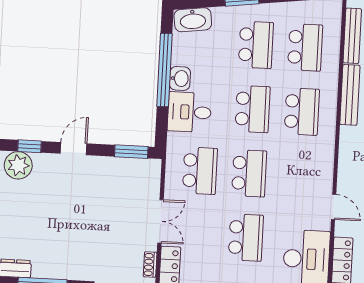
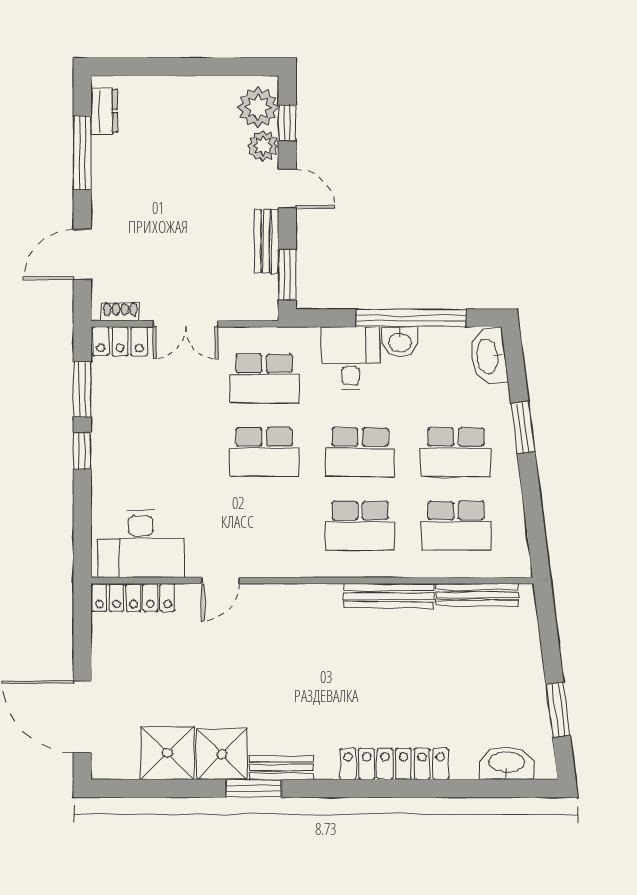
plant: (44, 163) -> (263, 146), added
bench: (108, 164) -> (266, 241), added
school desk: (246, 238) -> (168, 452), removed

